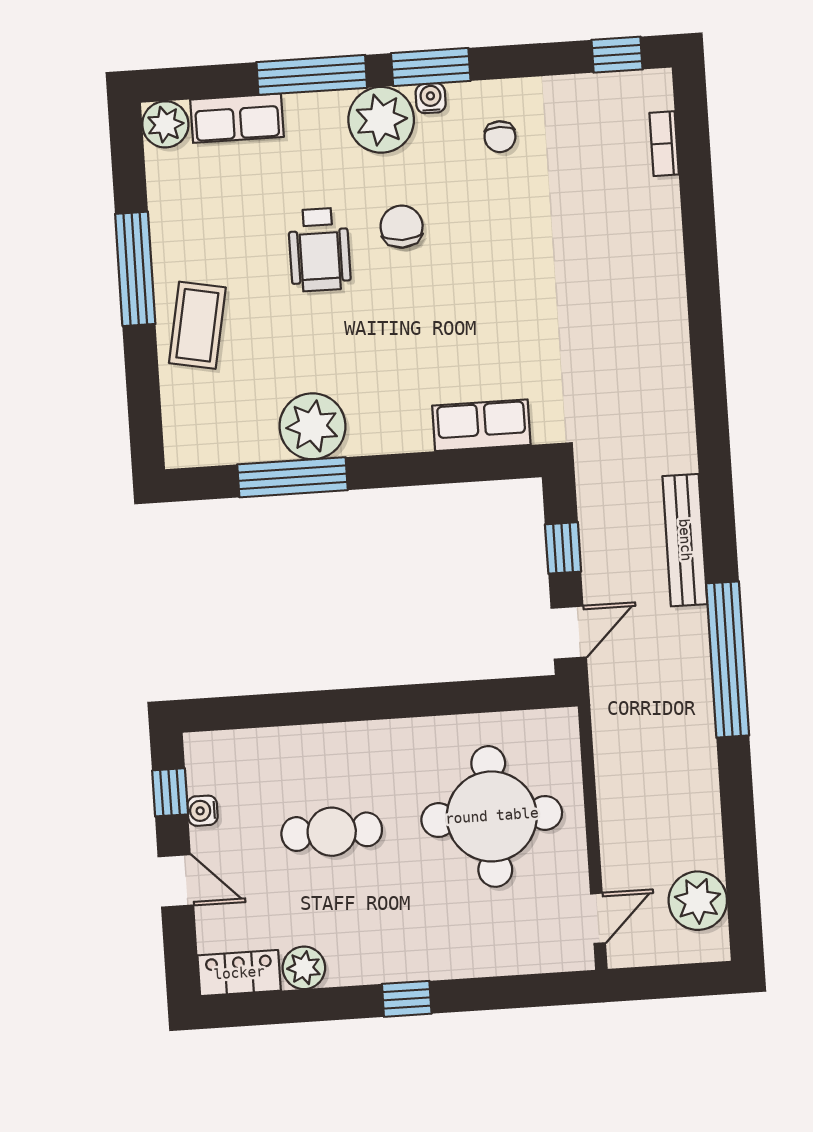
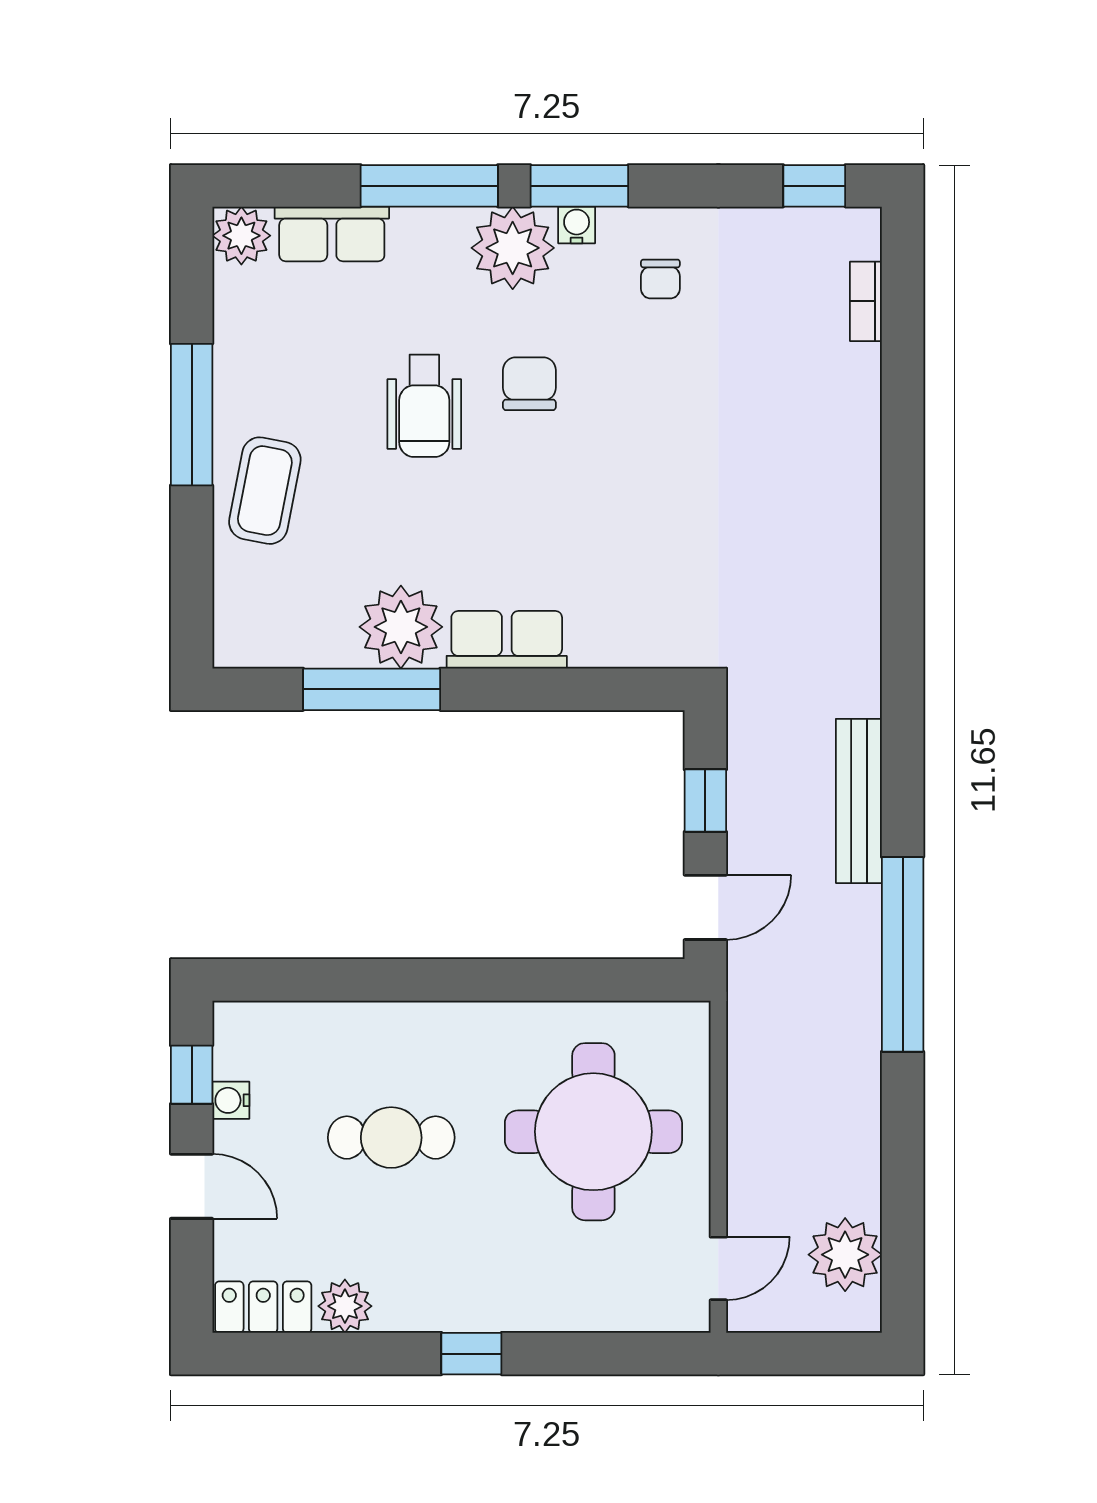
row of seats: (481, 425) -> (507, 640), moved

